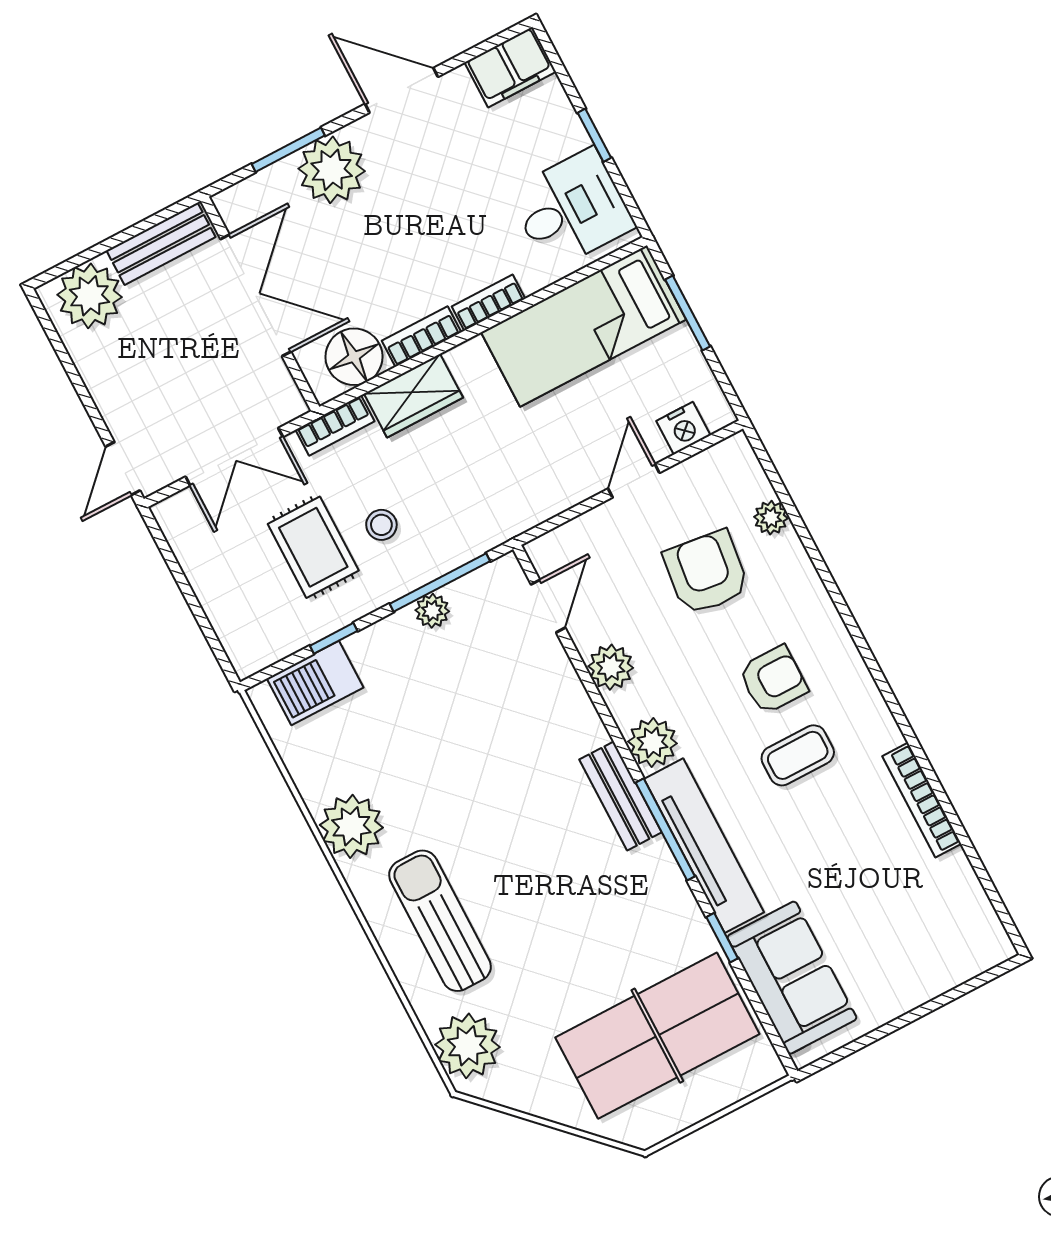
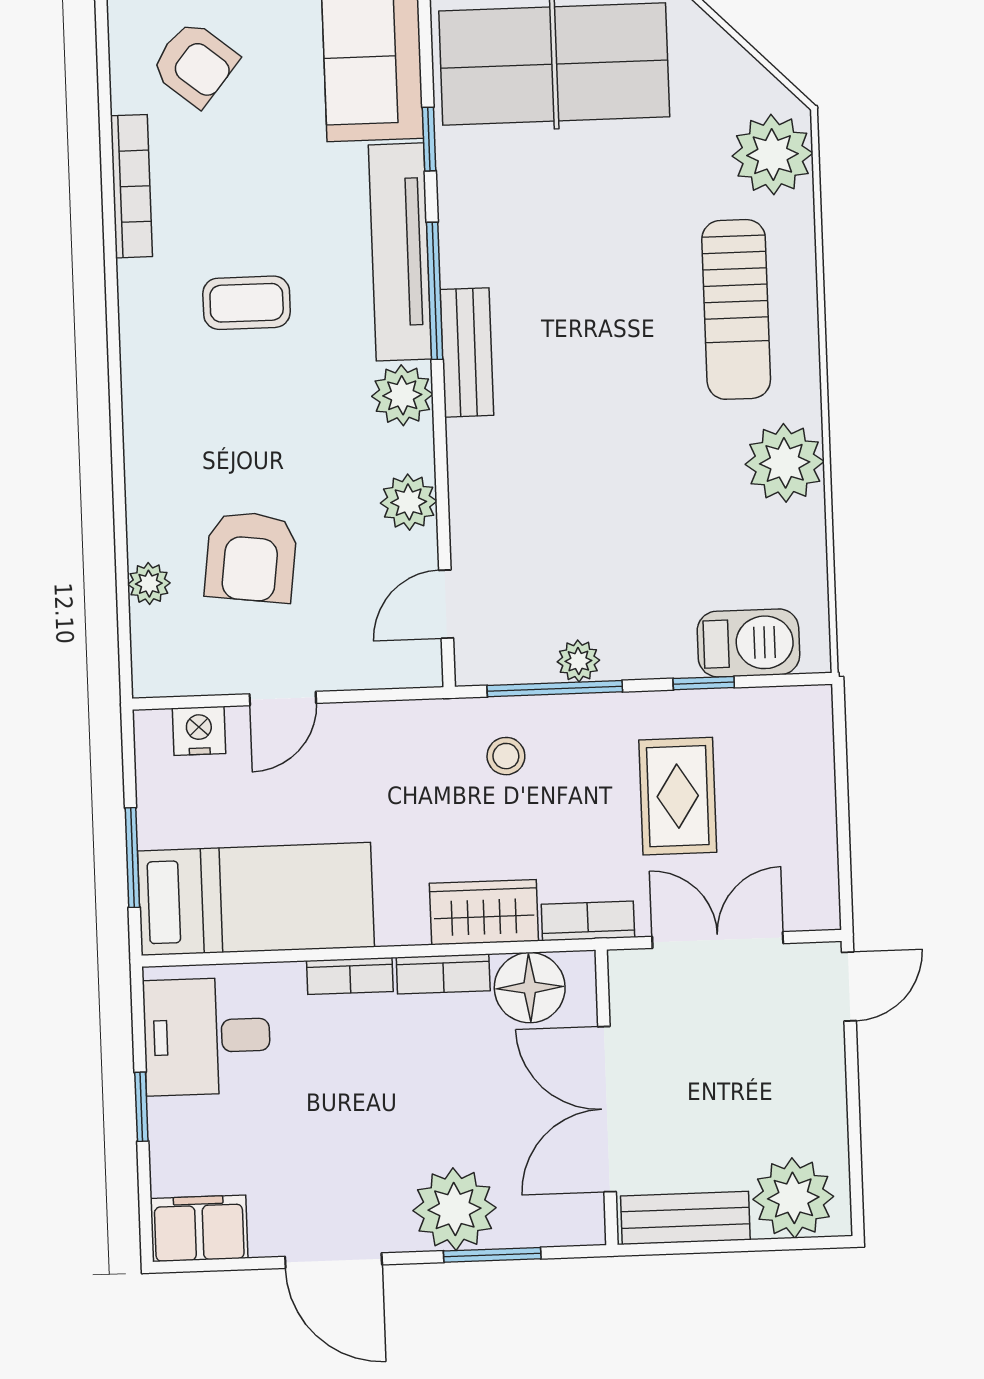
stool: (381, 525) -> (506, 756), moved
armchair: (773, 680) -> (195, 64), moved, turned -141

